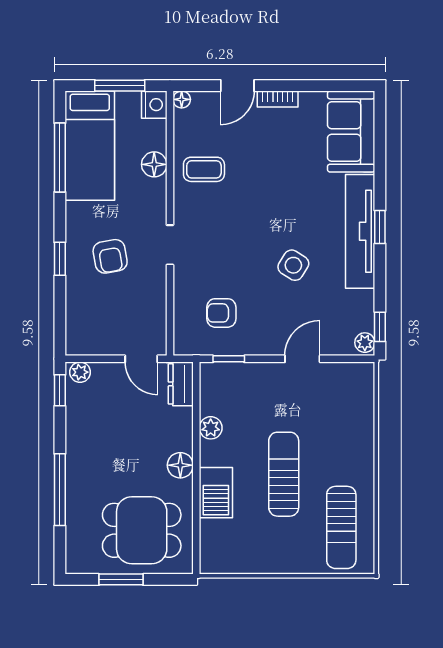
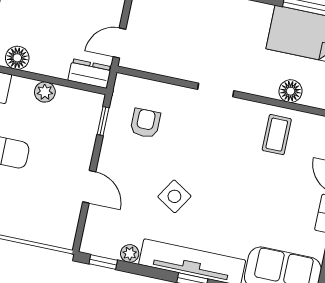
armchair: (110, 256) -> (217, 35), removed
plant: (365, 343) -> (130, 253), moved

